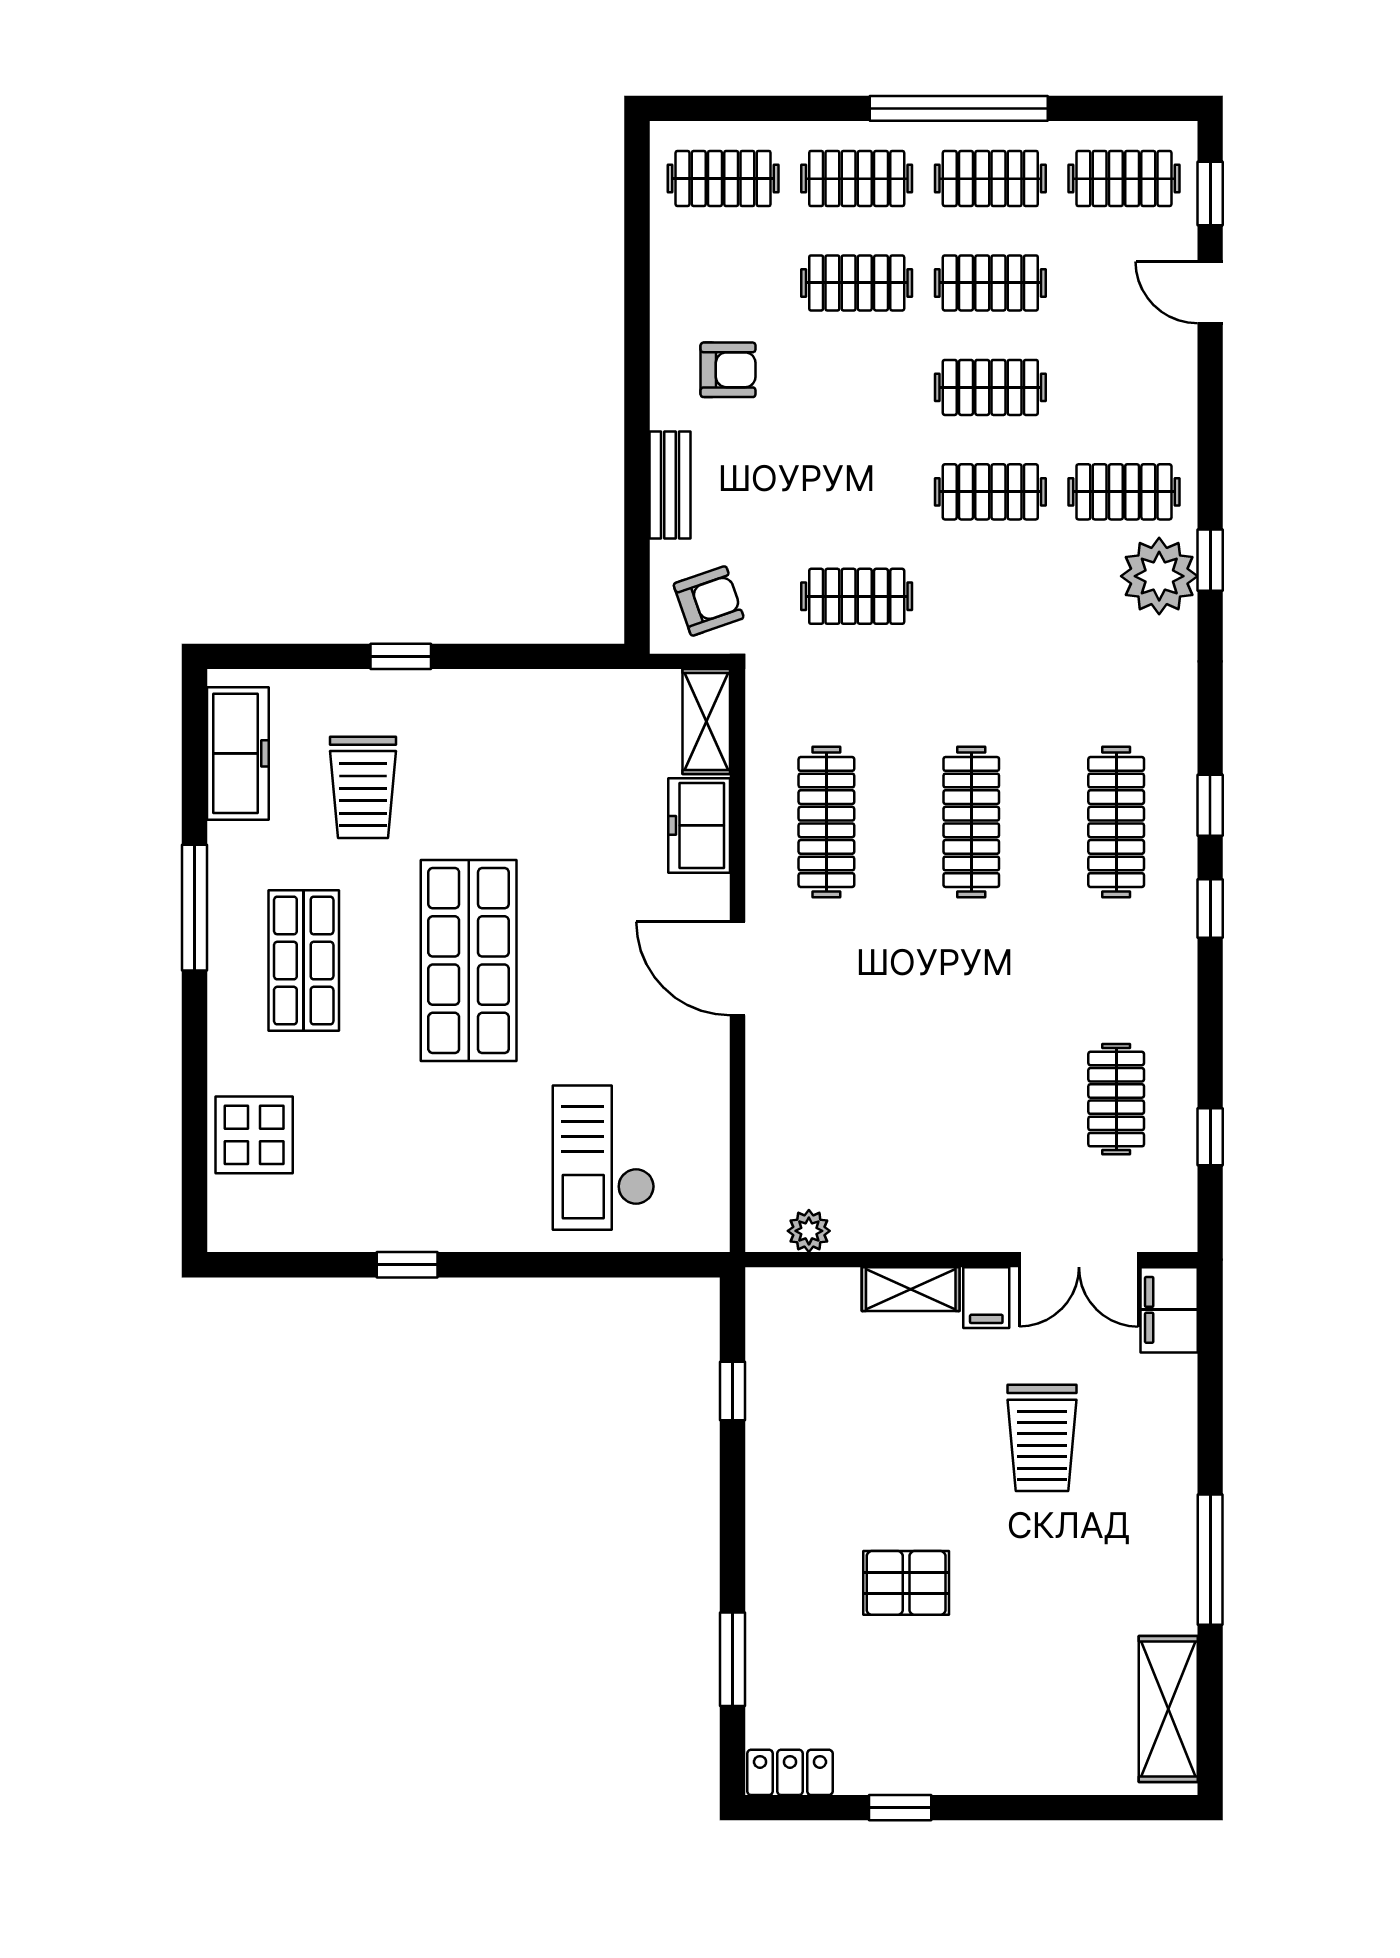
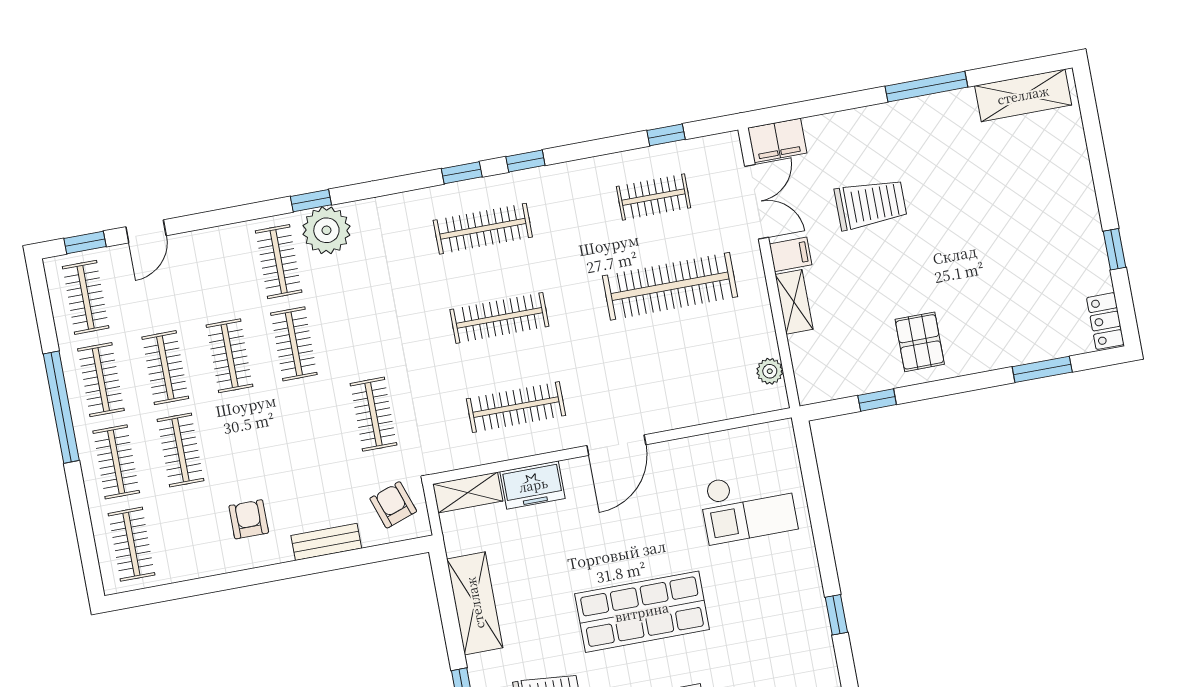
shelving: (530, 700) -> (475, 603), added
clothes rail: (971, 1099) -> (670, 286), added
pallet: (906, 1583) -> (920, 342), moved

